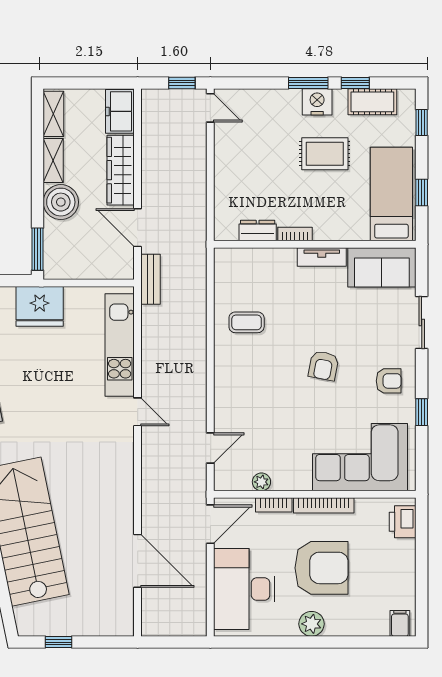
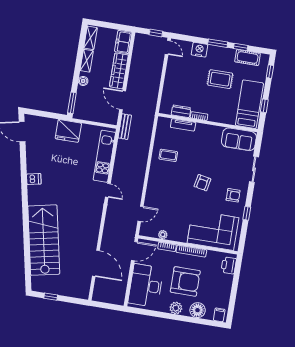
nightstand: (317, 102) -> (199, 50), moved
boiler: (61, 202) -> (83, 81), width x0.54, depth x0.54
tv unit: (322, 257) -> (183, 125), moved
floor lamp: (355, 621) -> (198, 310), added

